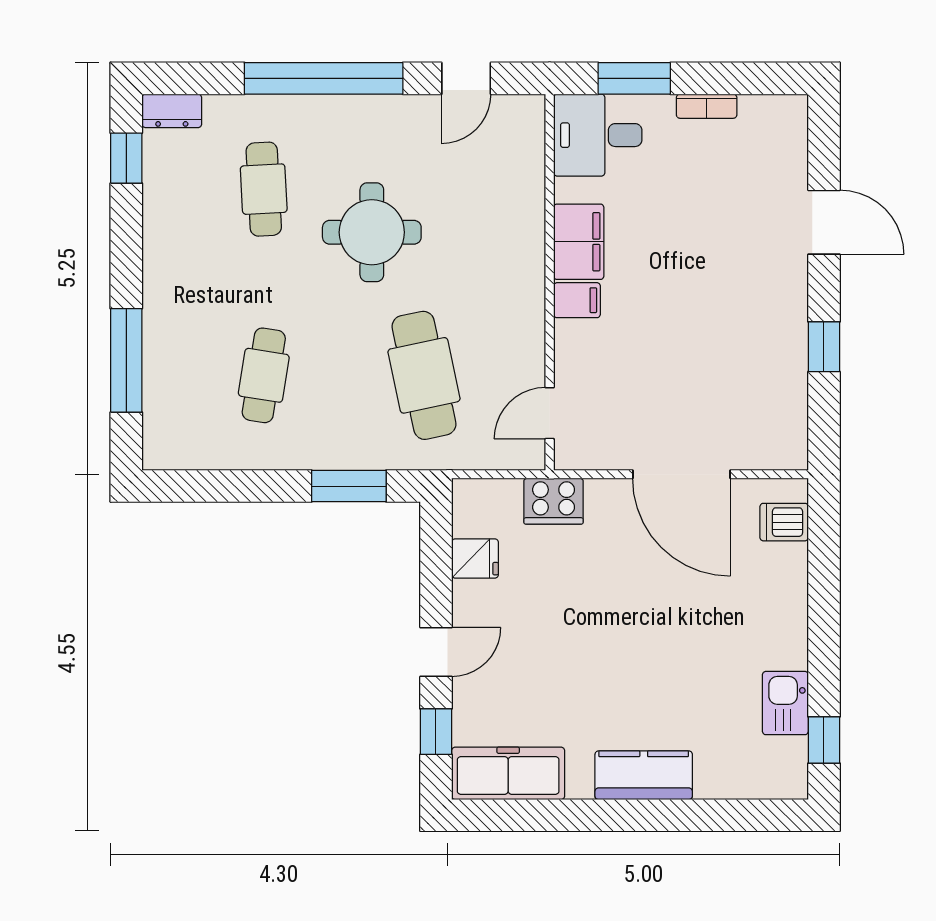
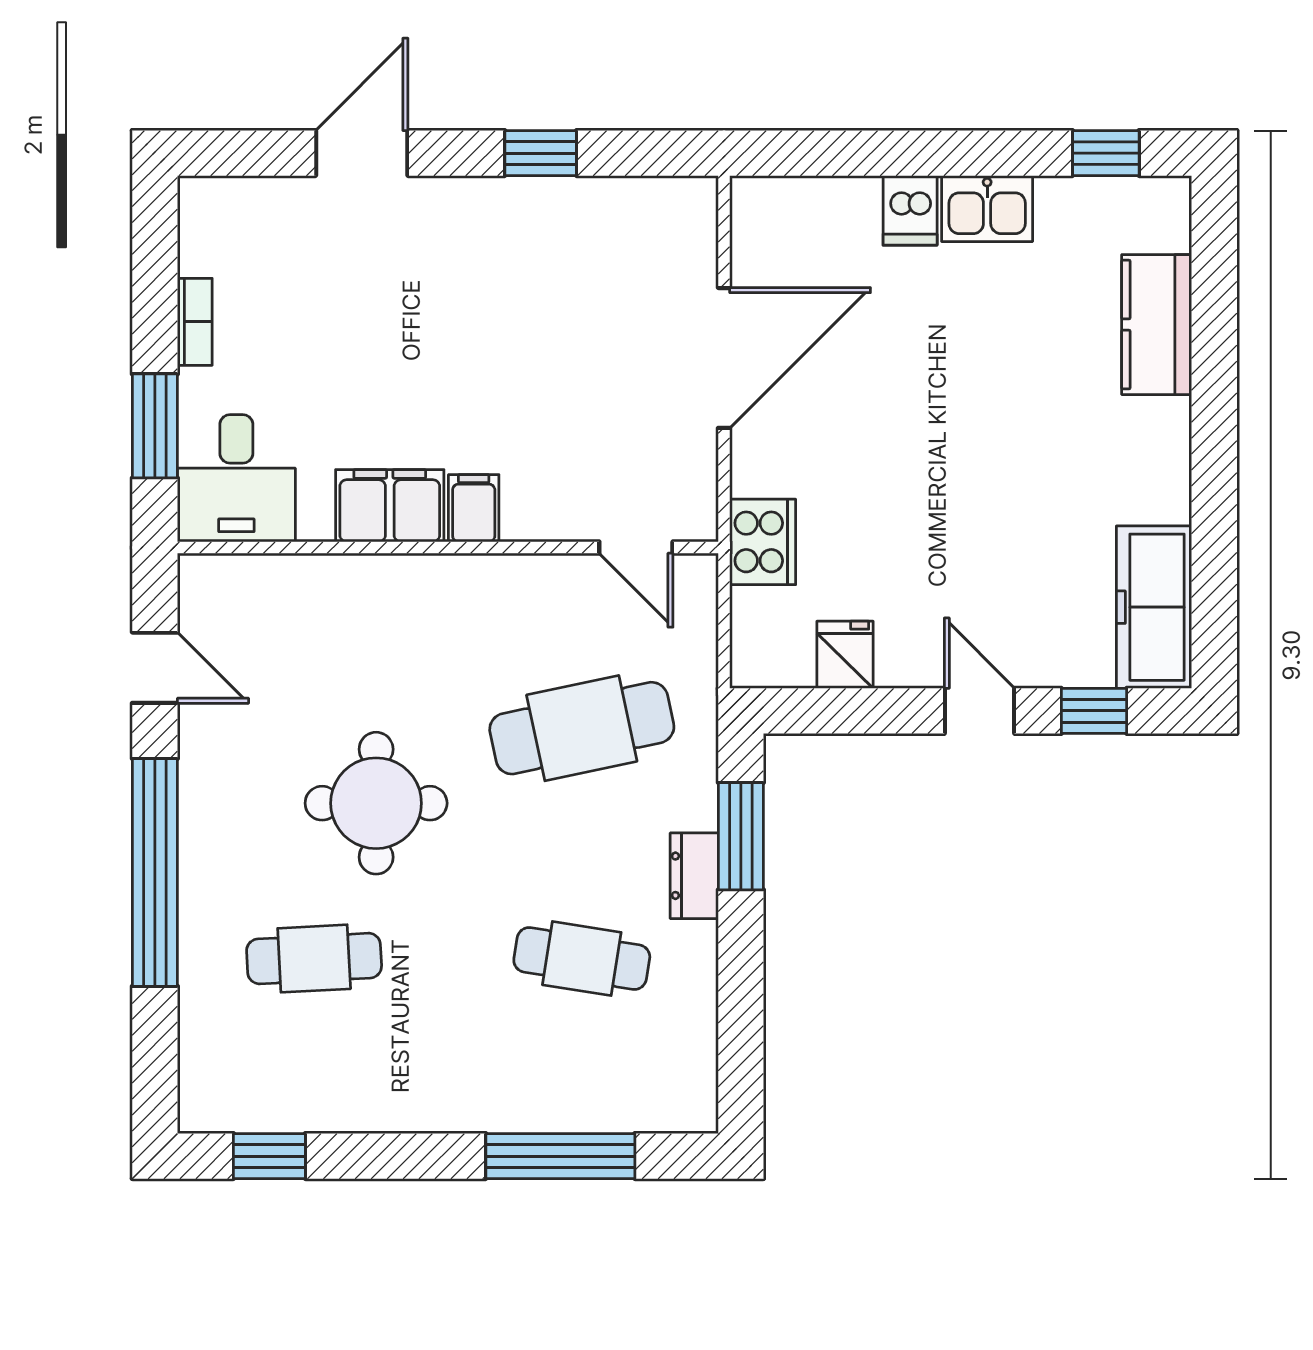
dresser: (172, 111) -> (694, 876), moved, turned 180
dishwasher: (784, 522) -> (910, 210), moved
kitchen sink: (785, 703) -> (987, 209), moved
kitchen counter: (644, 775) -> (1157, 325), moved

